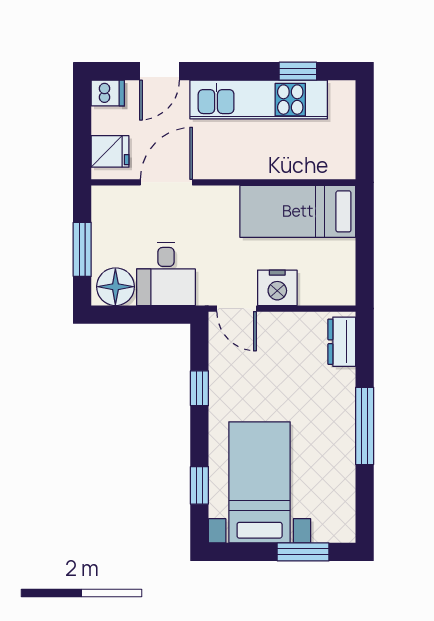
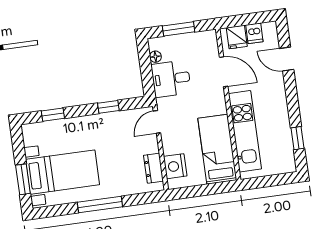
dishwasher: (108, 93) -> (254, 33), moved
kitchen unit: (259, 100) -> (245, 131), moved, turned 180
floor lamp: (115, 287) -> (155, 57), width x0.53, depth x0.53
nightstand: (277, 288) -> (175, 166), moved
dresser: (342, 342) -> (153, 168), moved, turned -90
bed with nightstands: (260, 482) -> (62, 172), moved

